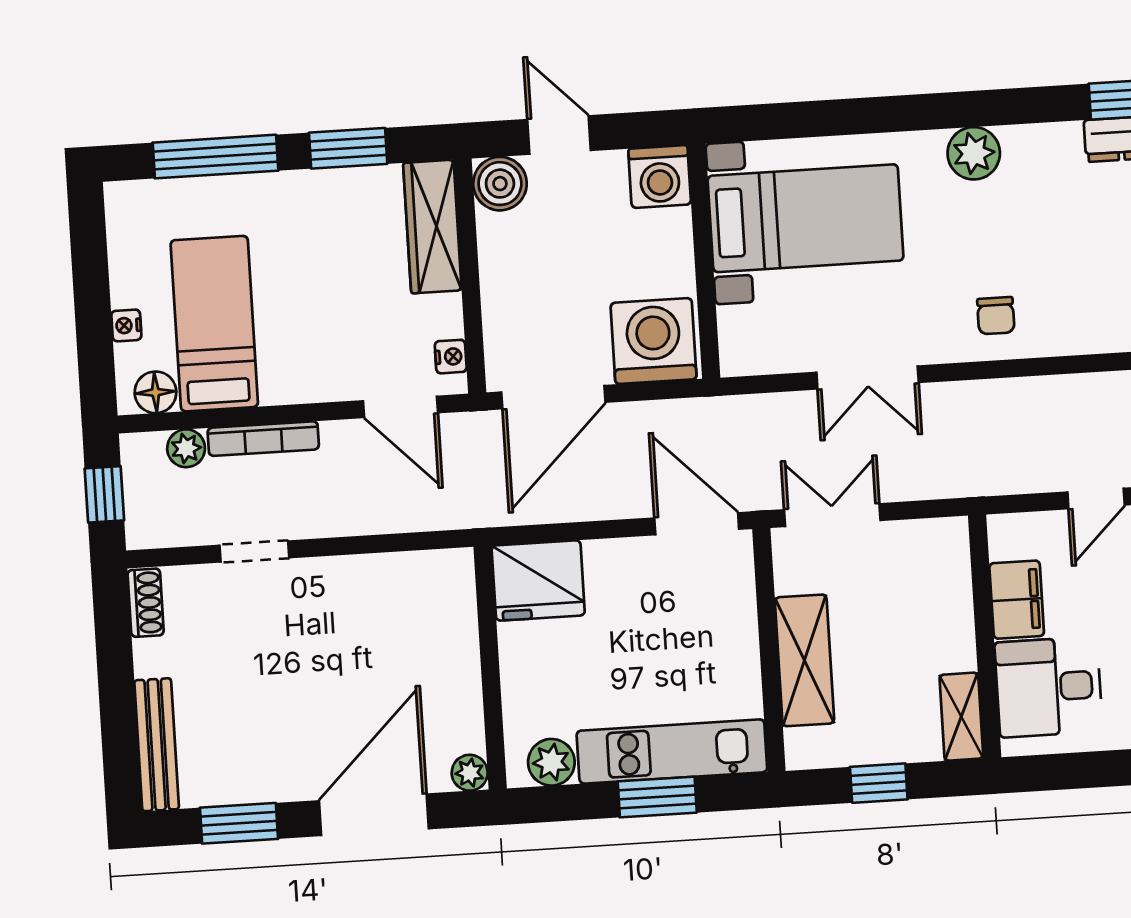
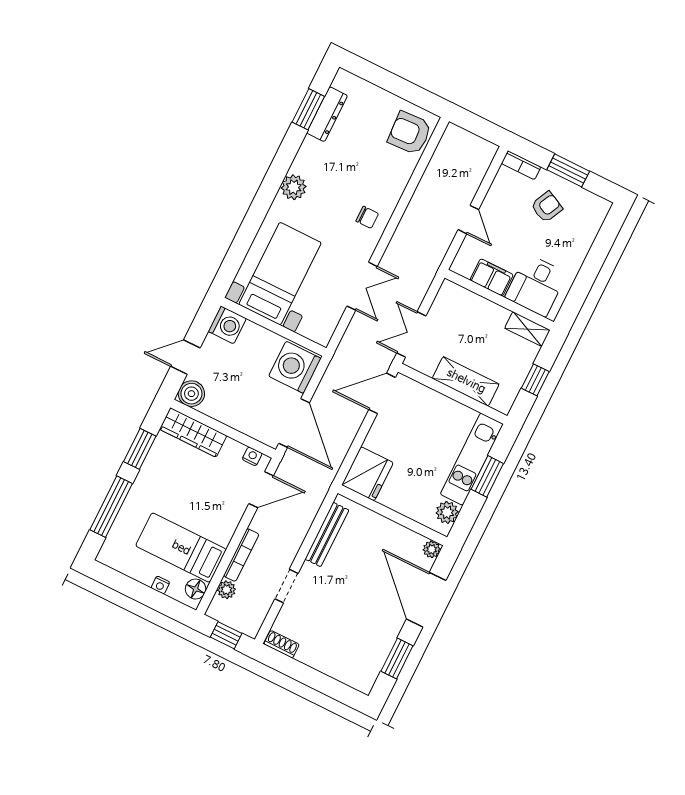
bench: (157, 745) -> (327, 535), moved, turned 90

